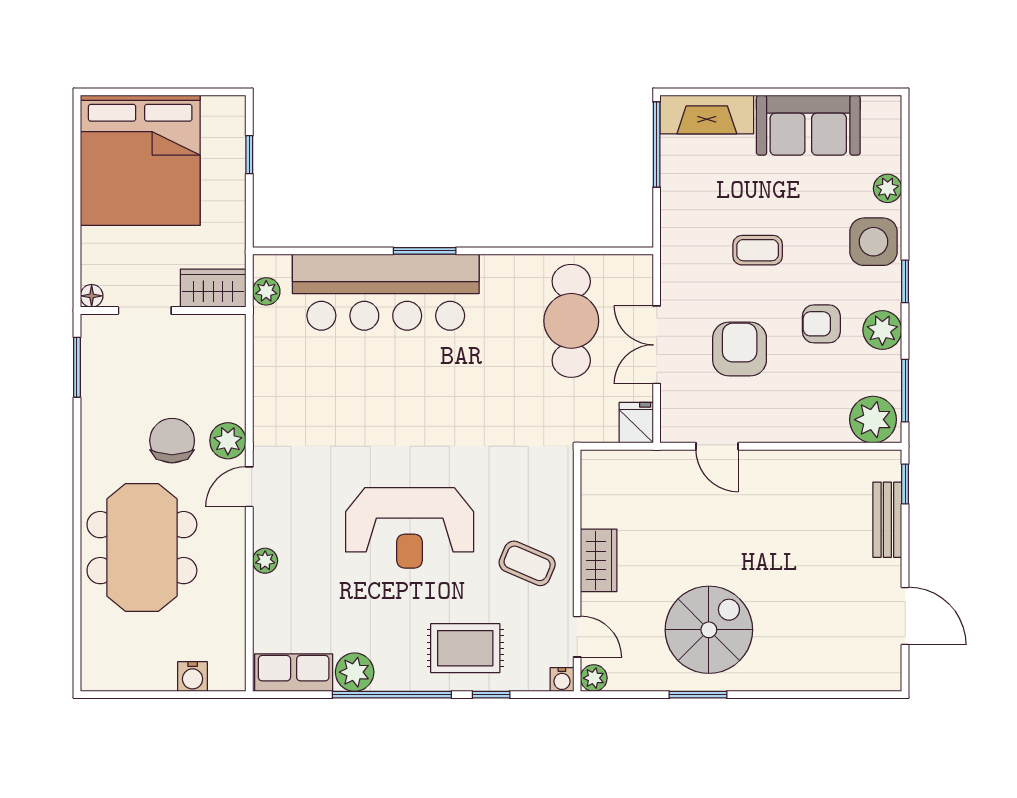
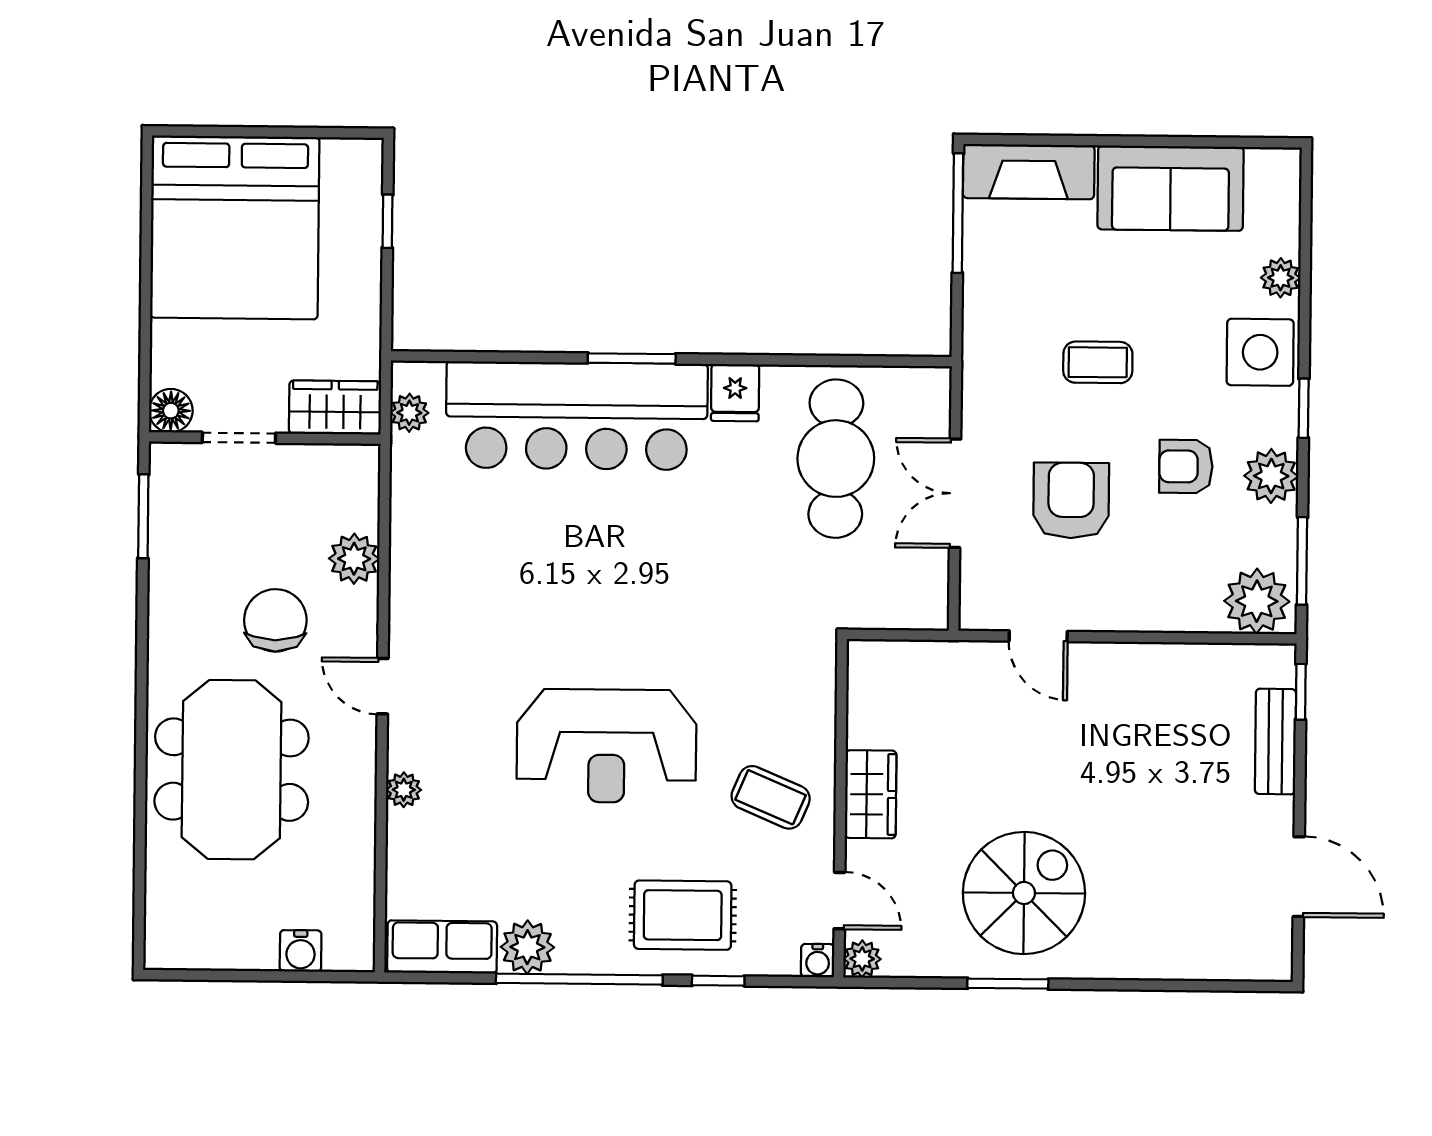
floor lamp: (92, 296) -> (171, 411), width x1.37, depth x1.37
fridge: (636, 423) -> (735, 393), moved, turned 180
plant: (228, 441) -> (354, 559), moved
door: (249, 487) -> (383, 686), hinge flipped

